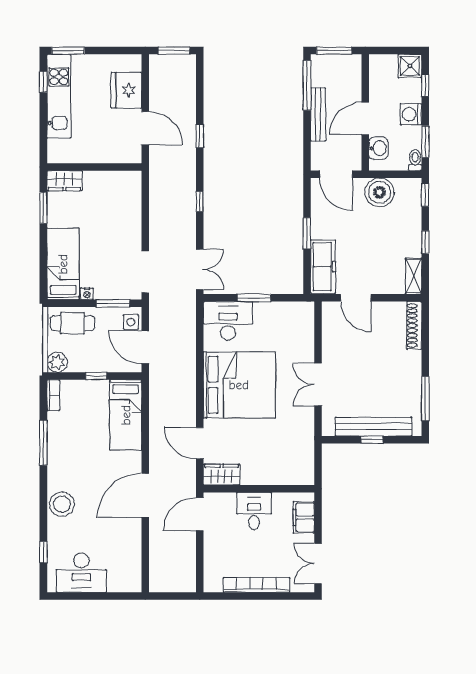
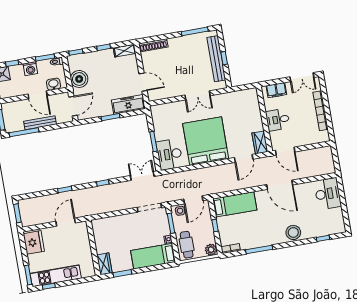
fridge: (126, 90) -> (34, 242), moved, turned -90
door: (356, 298) -> (143, 82), hinge flipped
desk: (81, 573) -> (328, 194), moved

